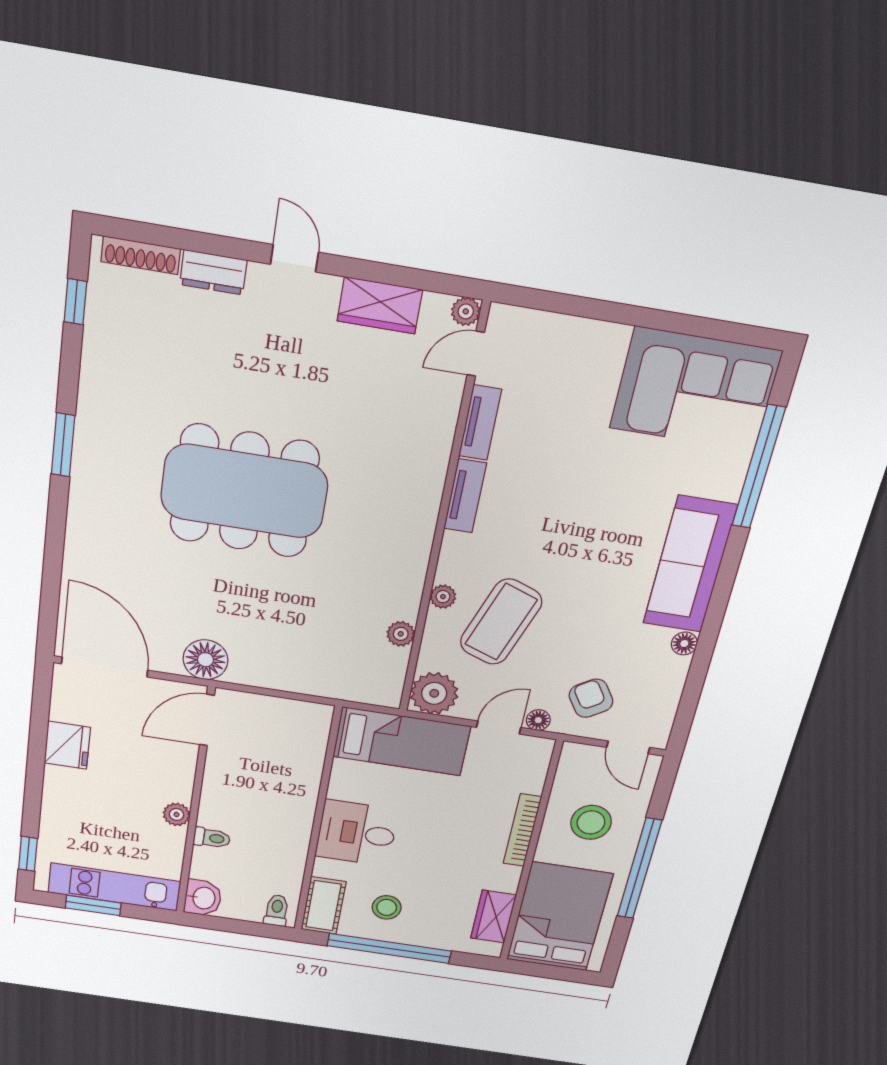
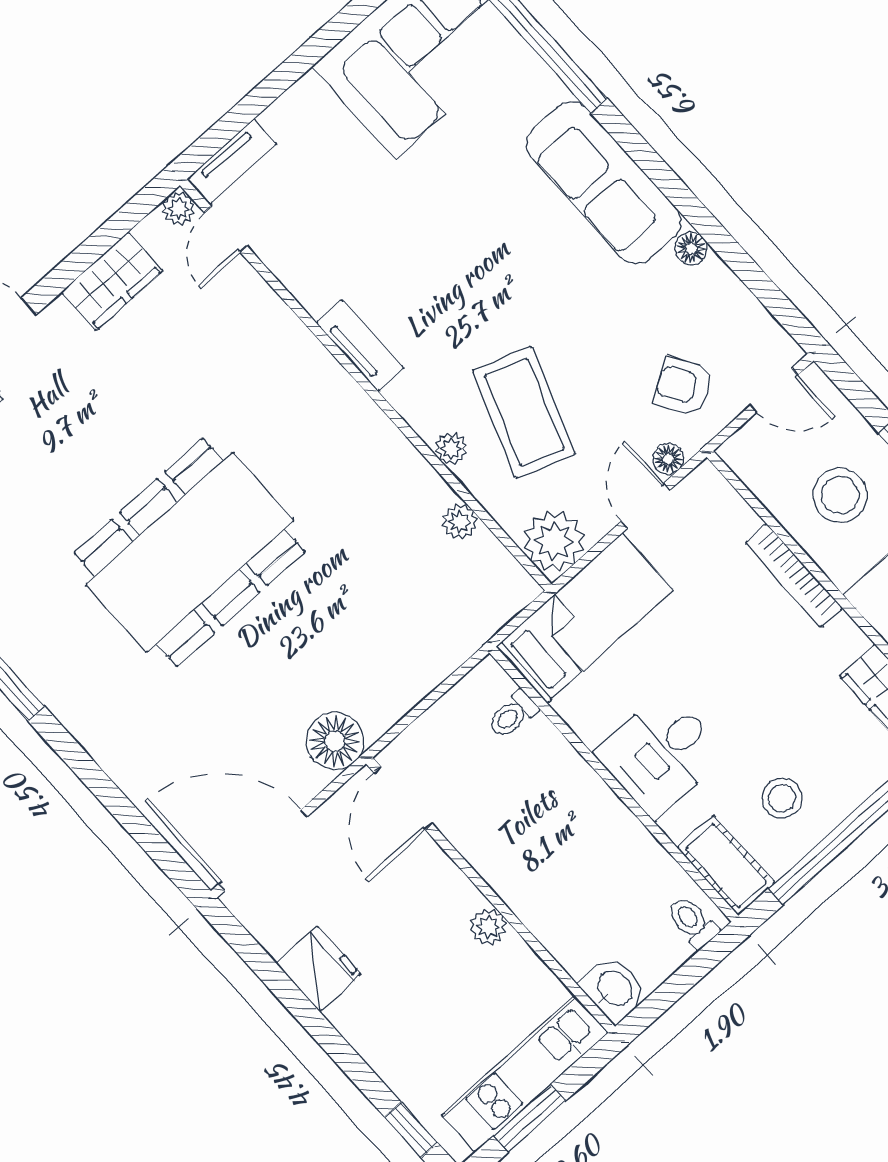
tv unit: (480, 423) -> (232, 161), moved, turned 90
toilet: (212, 838) -> (513, 715), moved, turned 180

